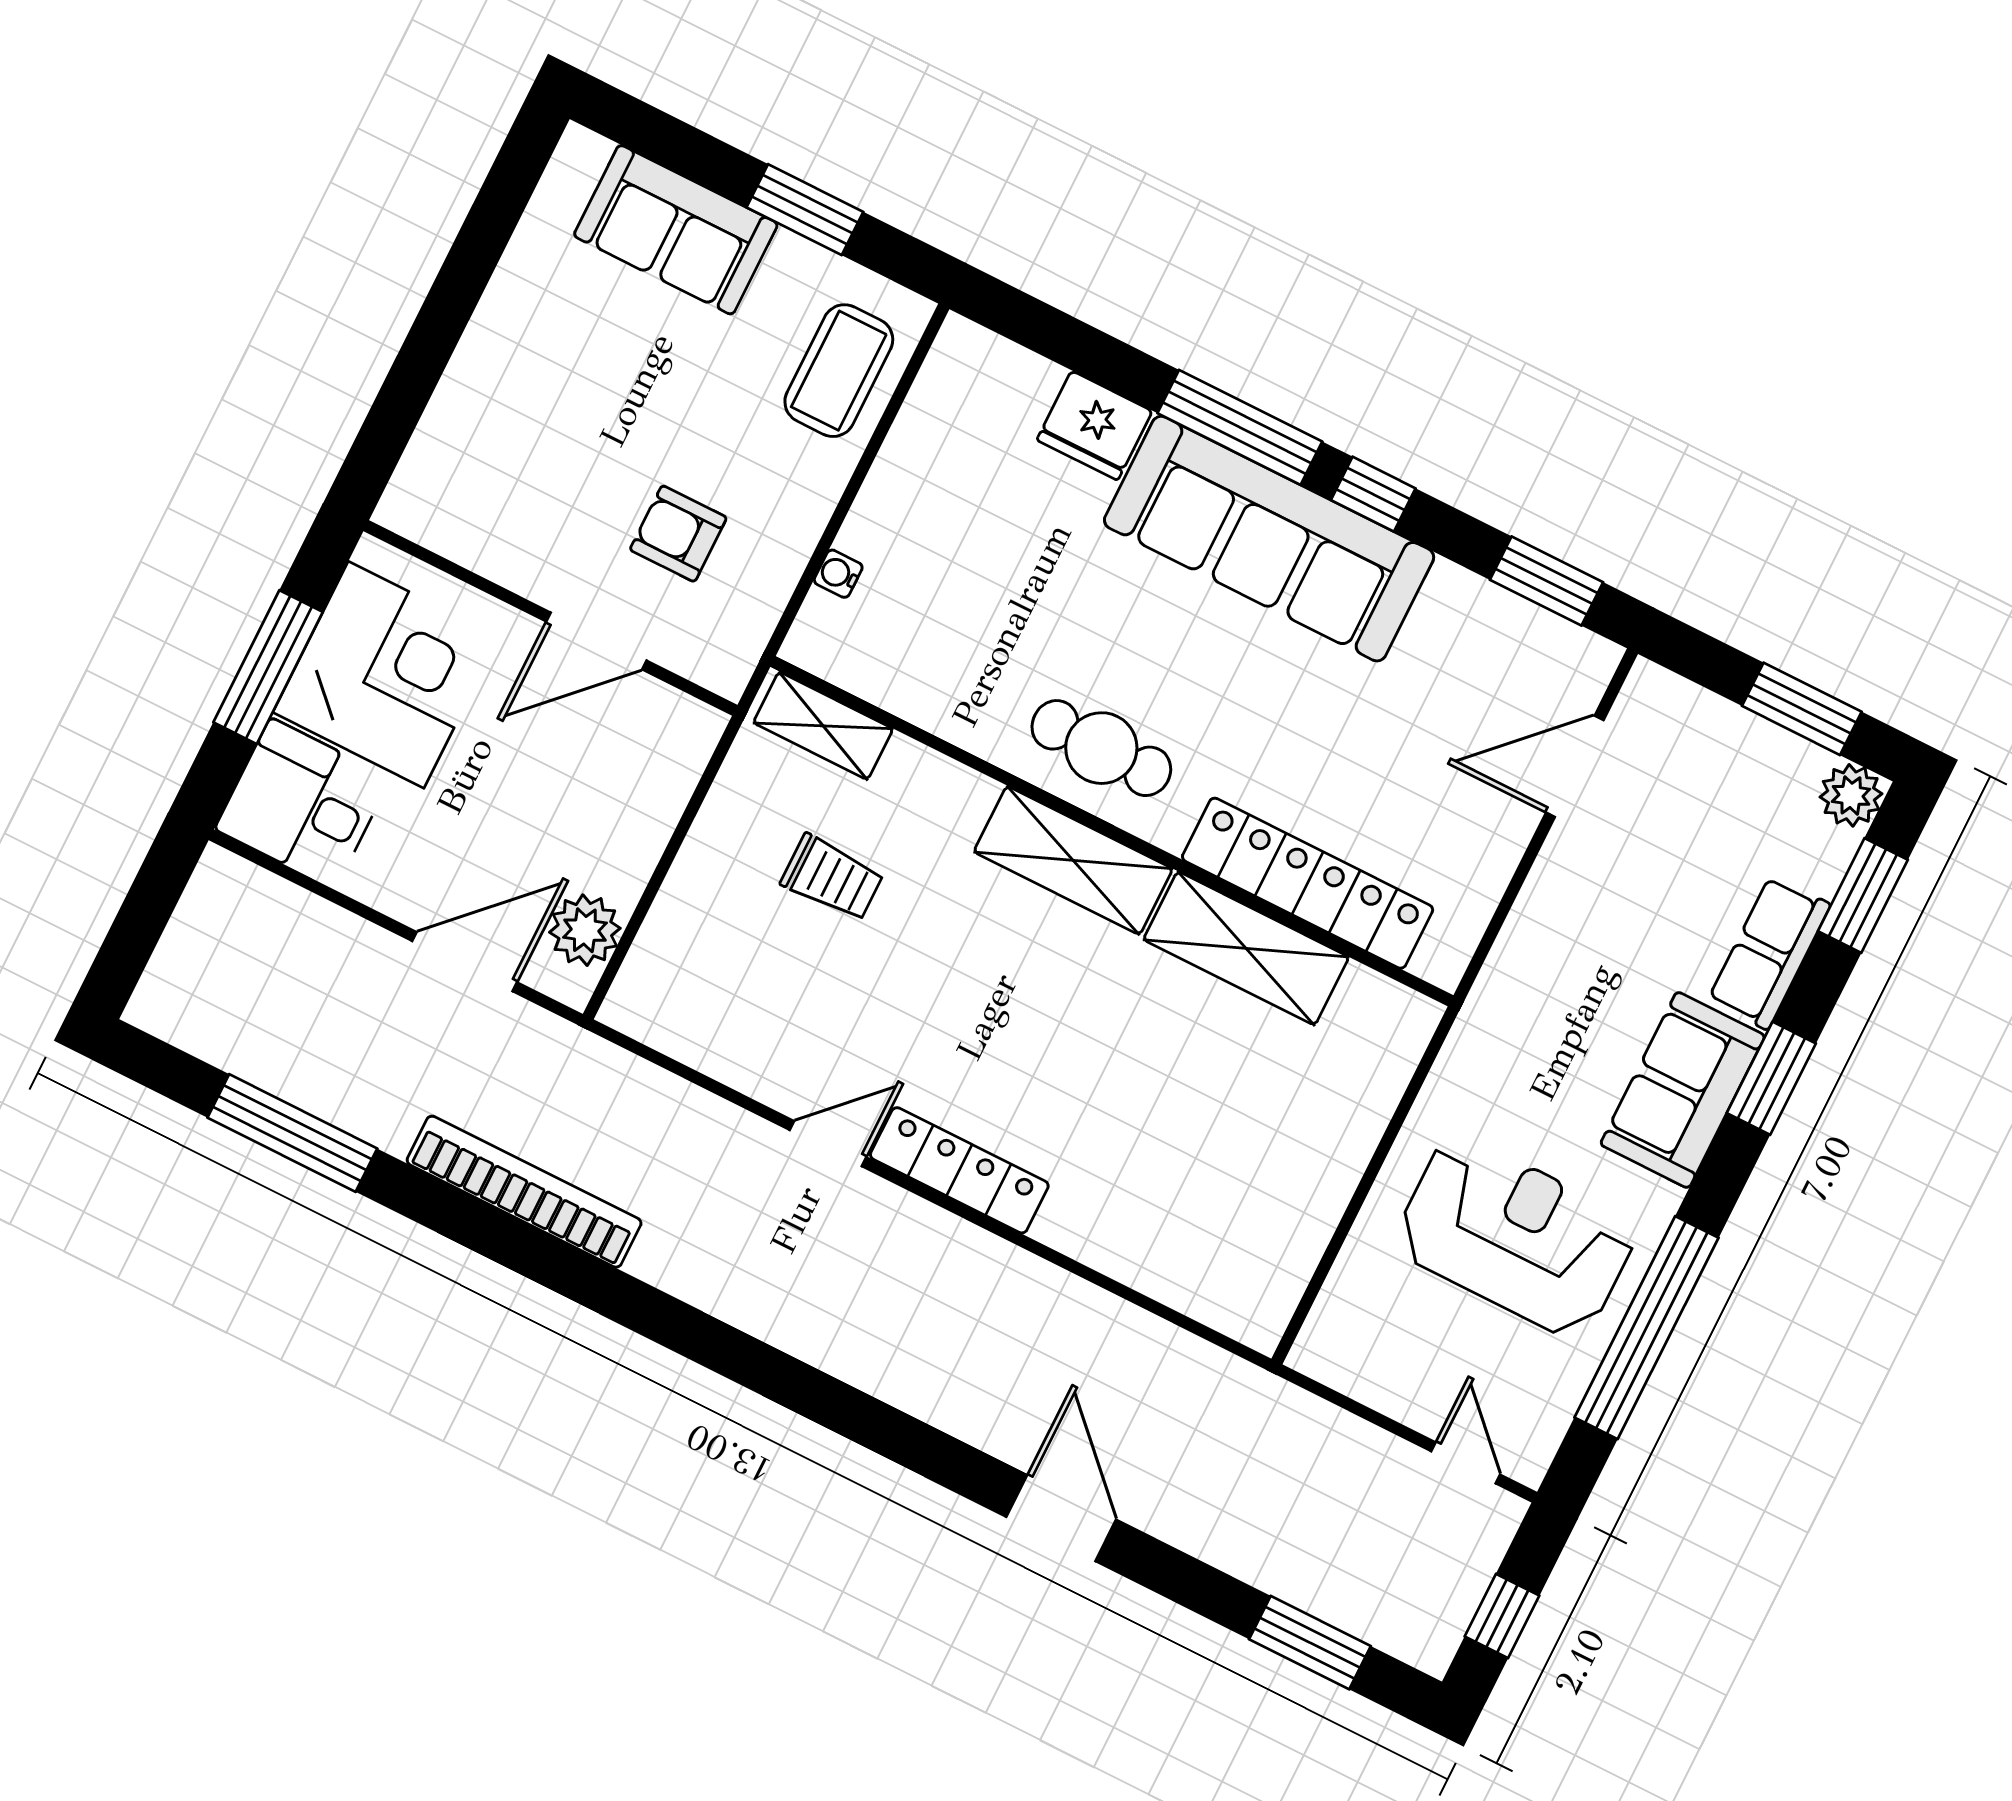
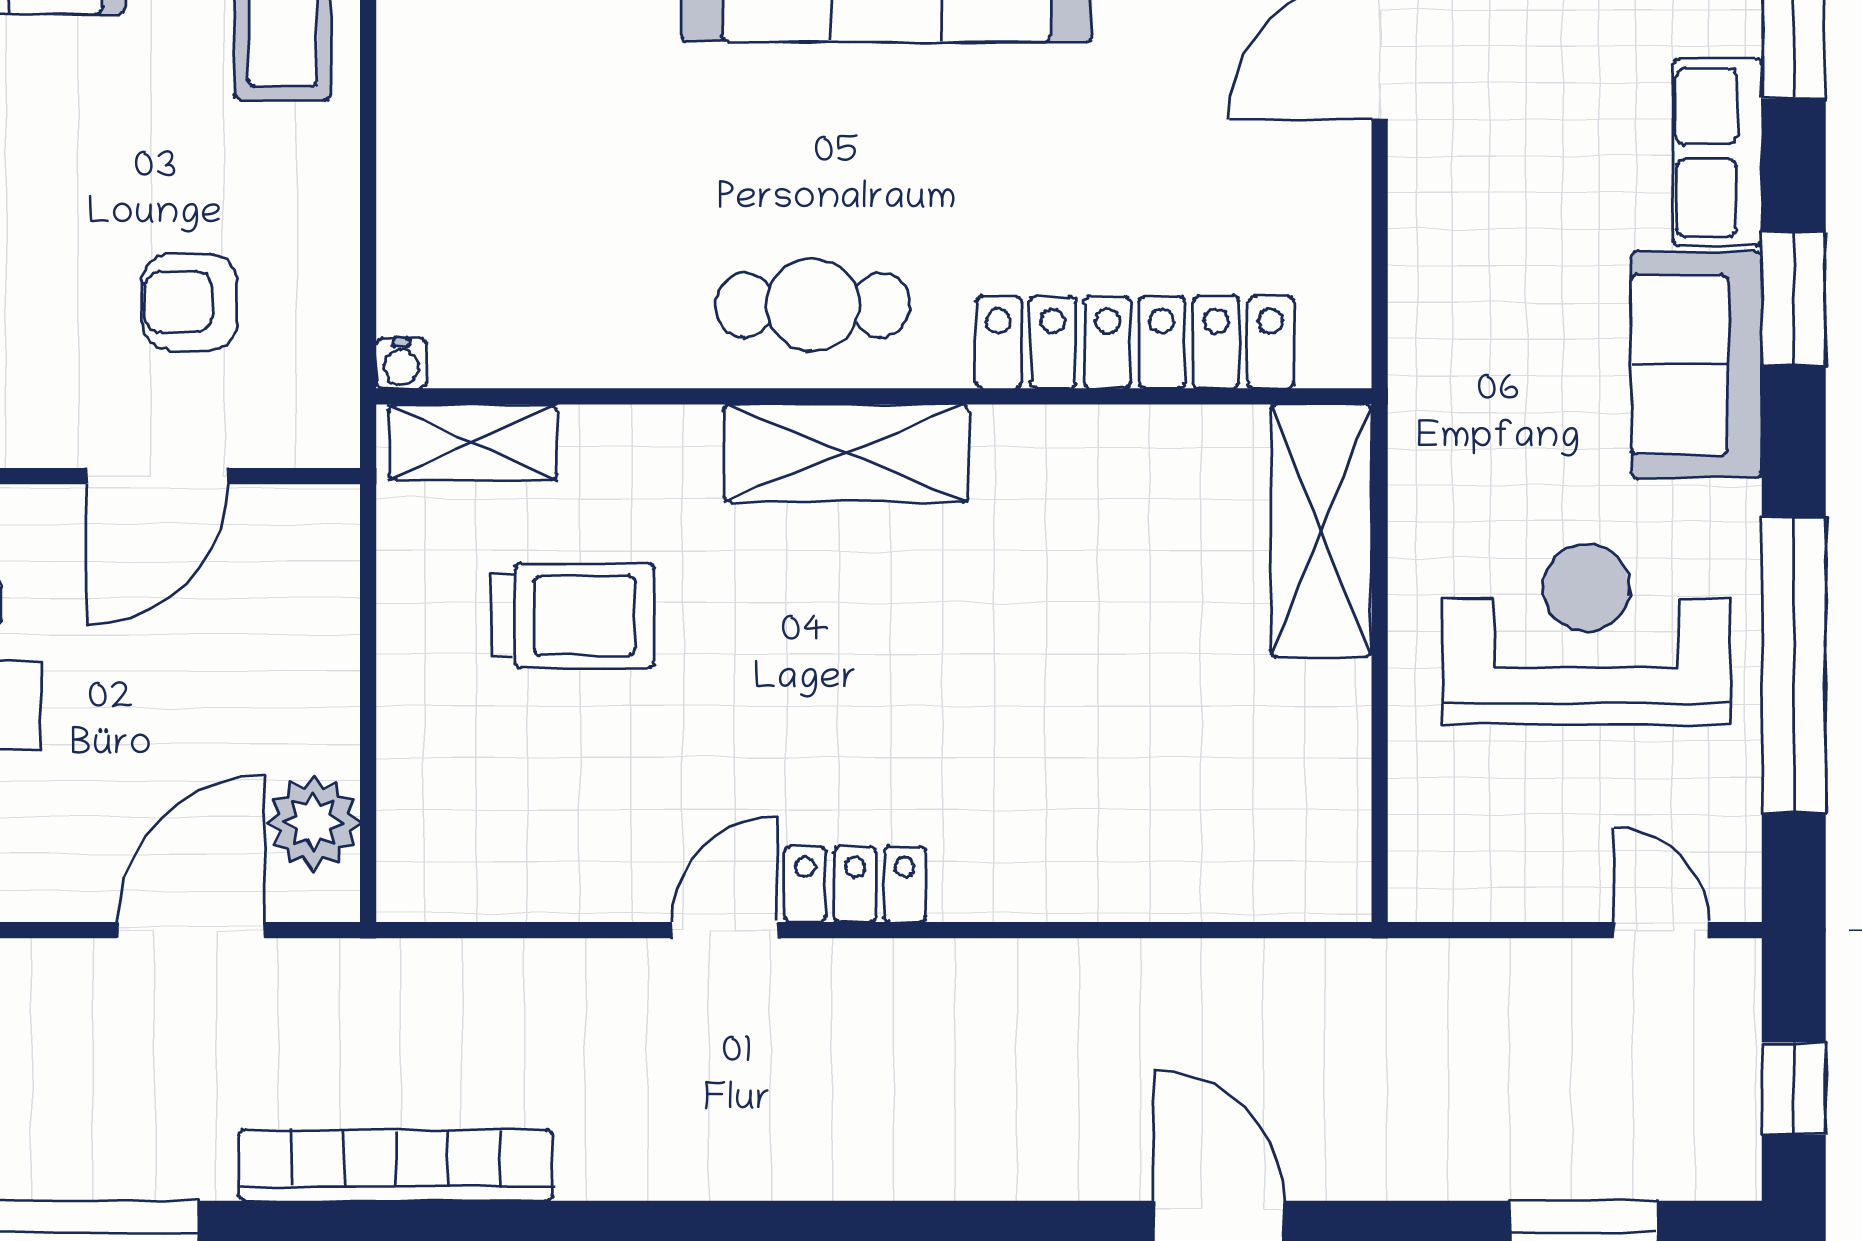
water cooler: (838, 574) -> (401, 363), moved, turned -90
trolley: (832, 878) -> (573, 616), width x1.36, depth x1.39
shelving: (1246, 948) -> (1321, 531), moved, turned 90
locker: (959, 1170) -> (855, 884), width x0.66

